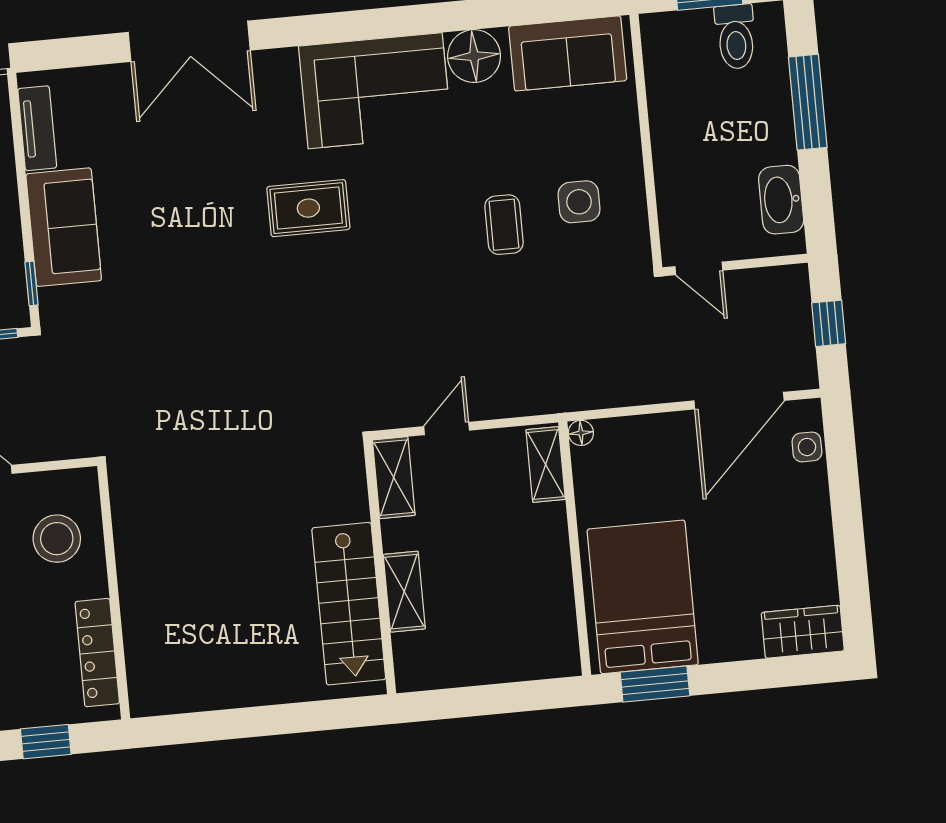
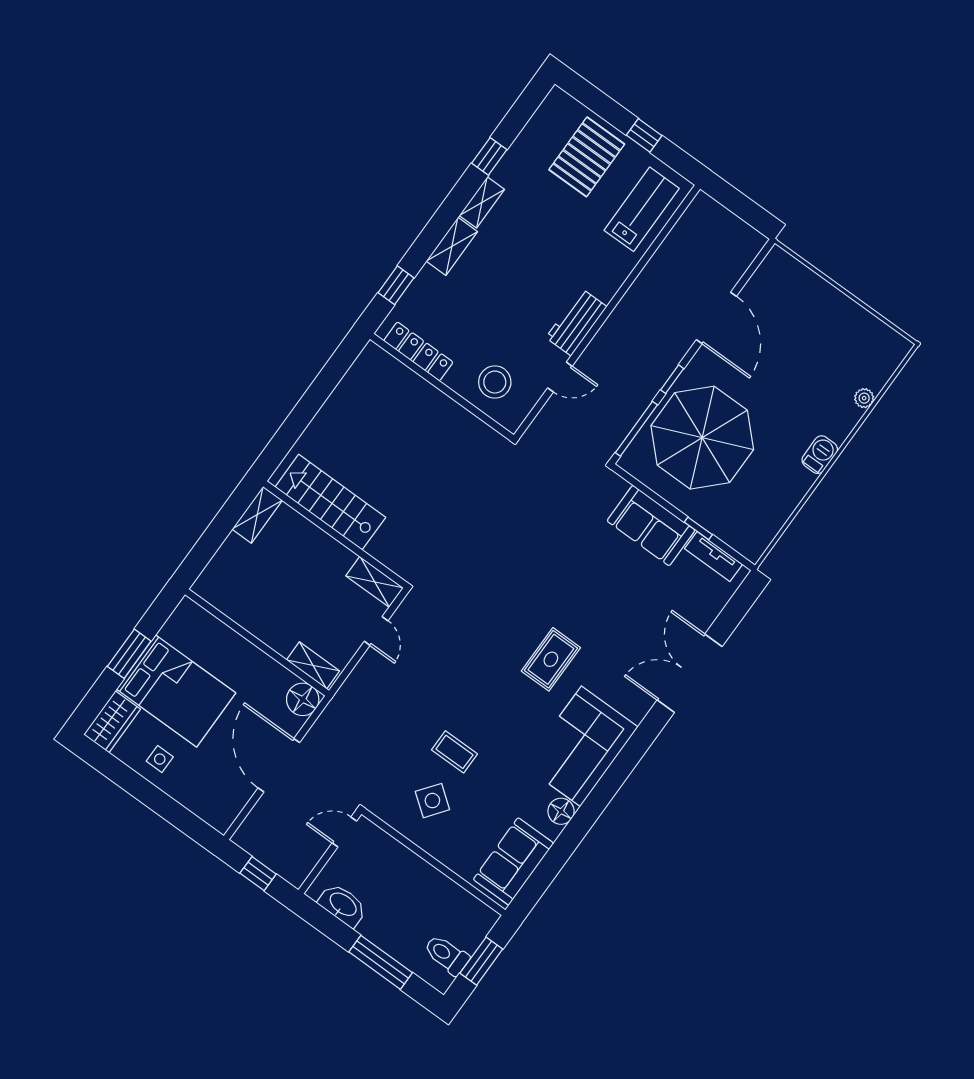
floor lamp: (474, 56) -> (561, 811), width x0.73, depth x0.73
side table: (579, 202) -> (432, 801), turned 37
window: (32, 283) -> (698, 528), moved
door: (739, 401) -> (279, 765), moved
floor lamp: (581, 433) -> (303, 699), width x1.89, depth x1.89
side table: (807, 447) -> (160, 759), moved
shelving: (404, 592) -> (257, 515), moved, turned 90
bed: (643, 597) -> (176, 691), moved
window: (655, 684) -> (129, 654), moved

